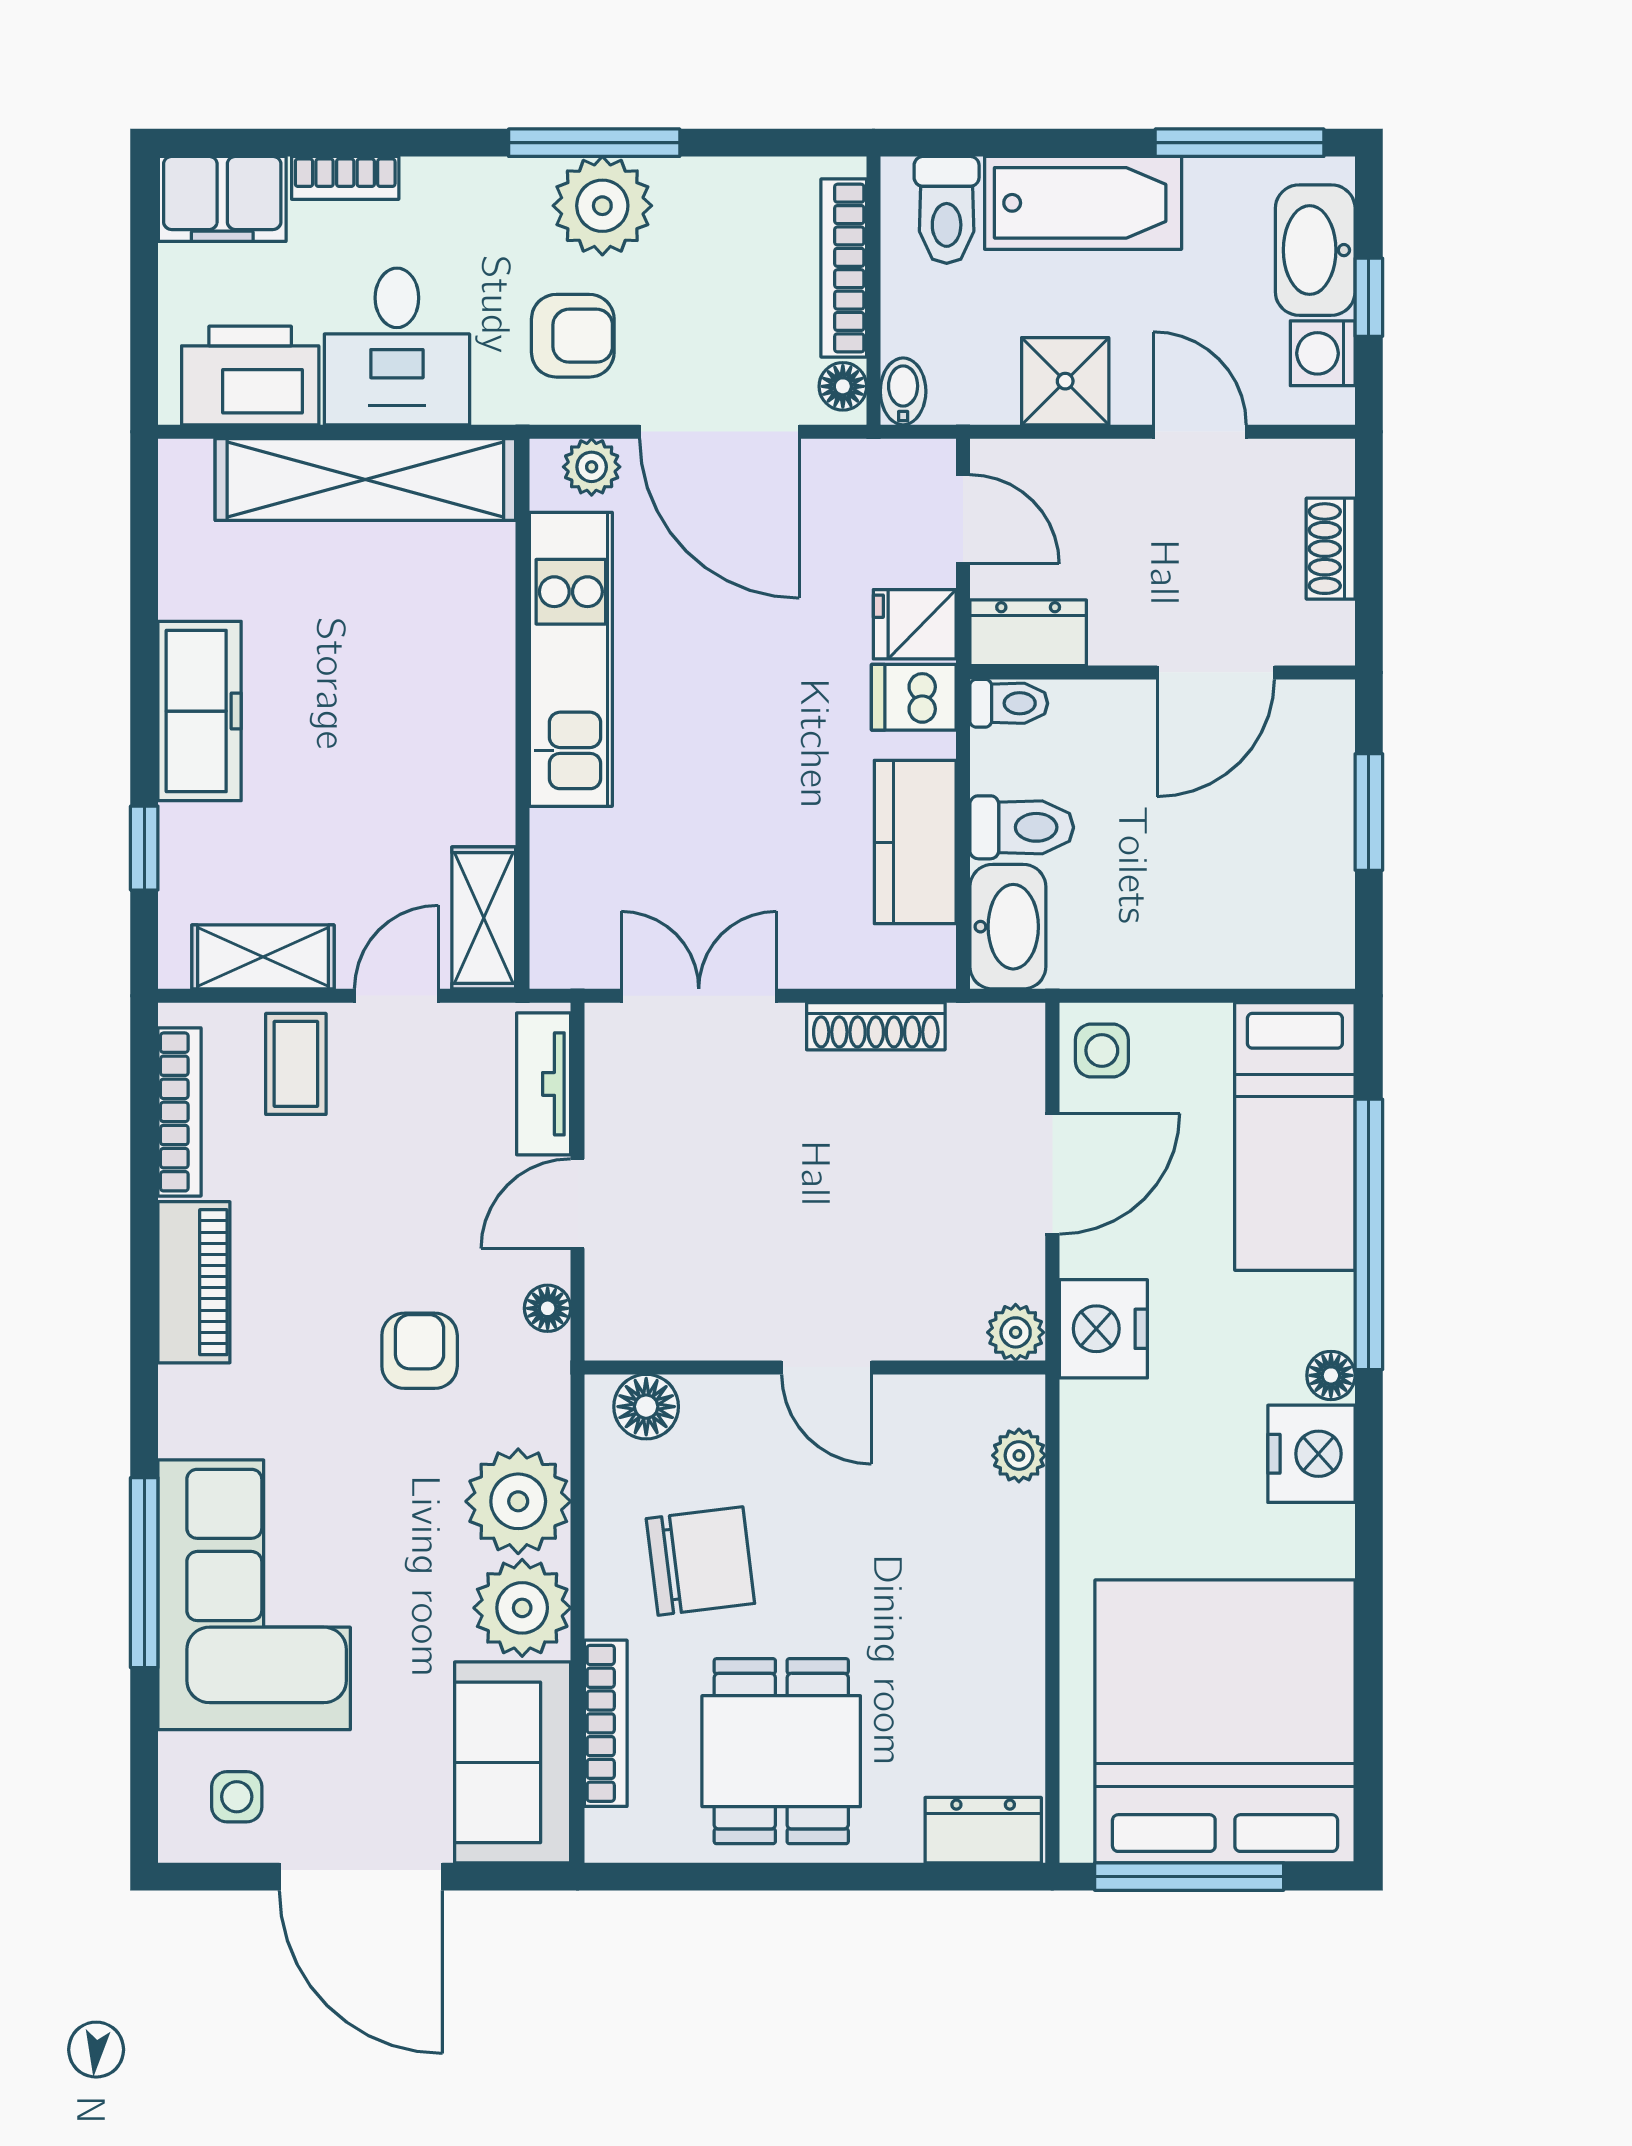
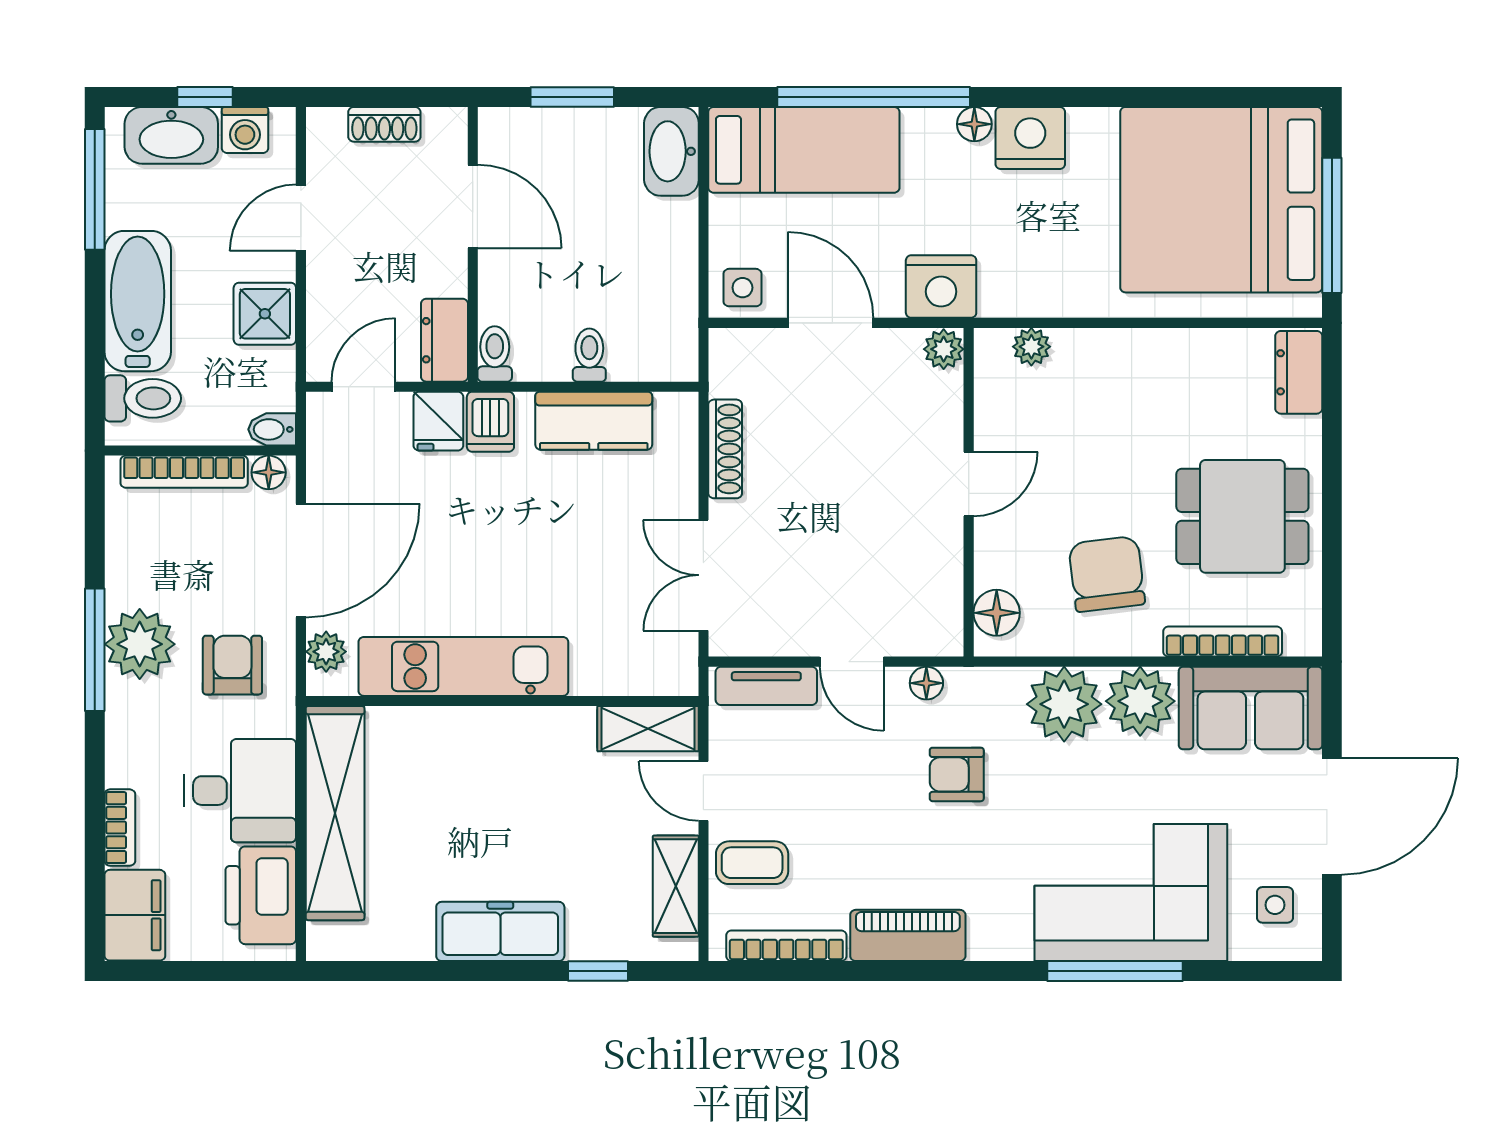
toilet: (1022, 827) -> (589, 355), width x0.73, depth x0.72
washbasin: (1008, 927) -> (671, 151), moved, turned -90

